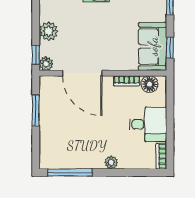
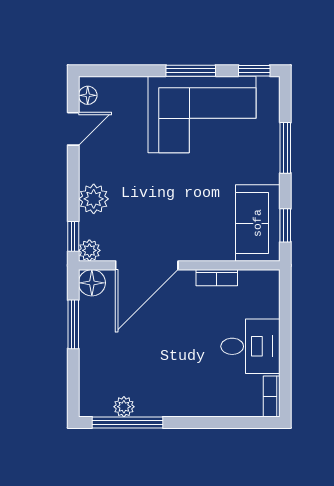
door: (82, 73) -> (147, 265), hinge flipped
floor lamp: (149, 84) -> (92, 283), moved
plant: (111, 163) -> (124, 407), moved

